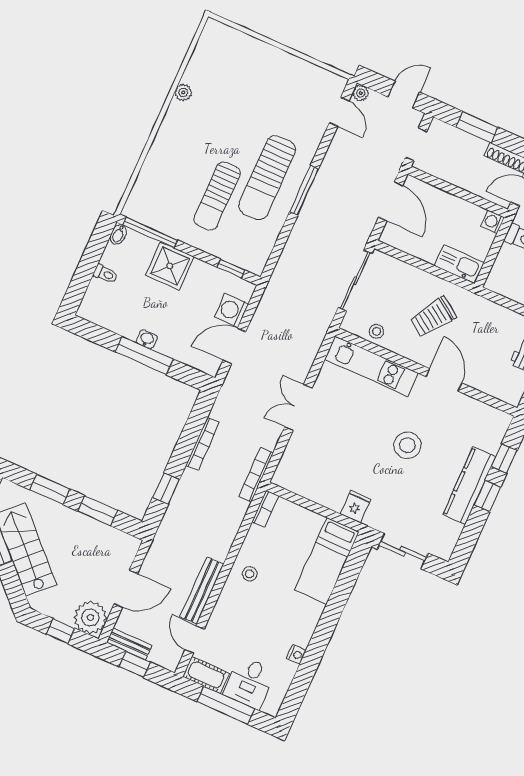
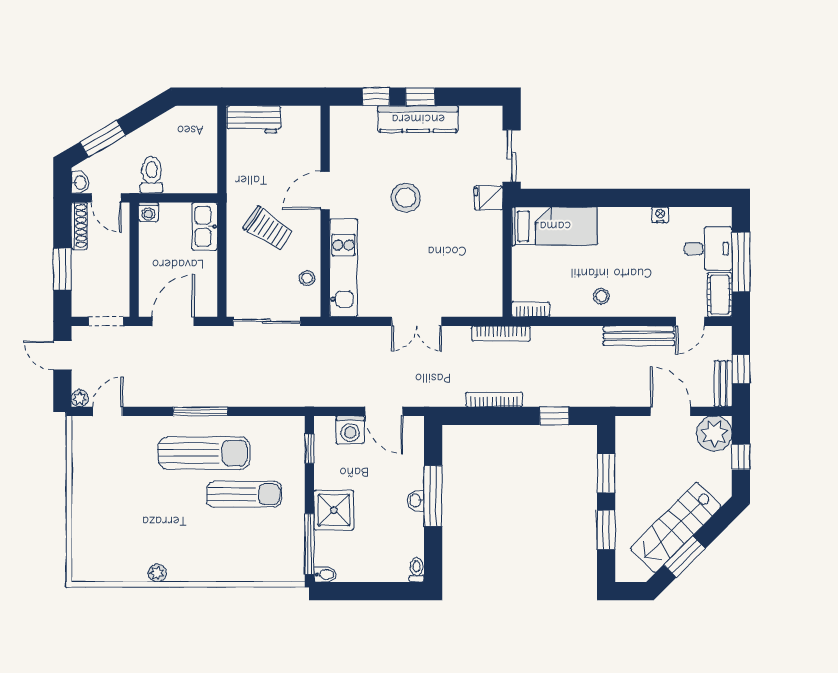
toilet: (105, 274) -> (417, 570), moved
fridge: (356, 506) -> (488, 198), moved

